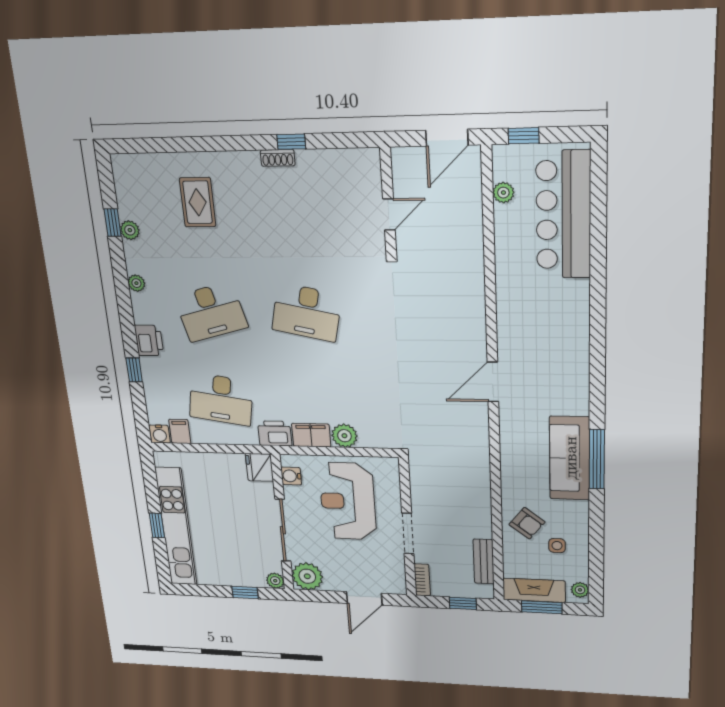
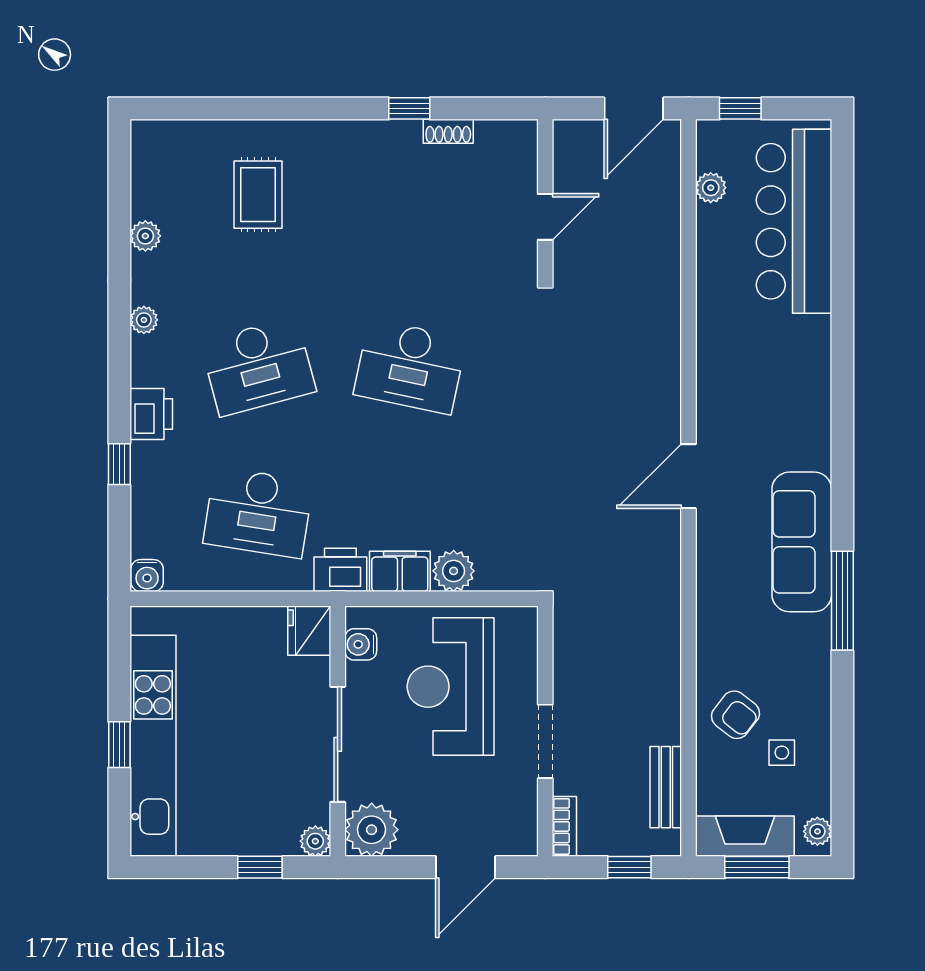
shoe rack: (278, 158) -> (448, 131), moved
window: (113, 223) -> (119, 224), removed
filing cabinet: (180, 431) -> (182, 570), removed
sofa: (570, 458) -> (802, 542), moved

